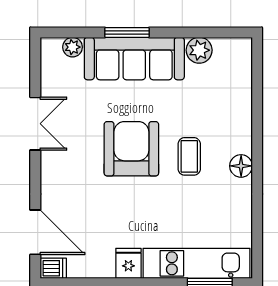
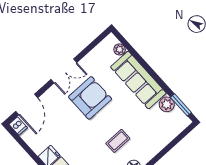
window: (127, 32) -> (181, 105), moved
double door: (35, 124) -> (64, 71), moved
armchair: (131, 149) -> (90, 98), moved

